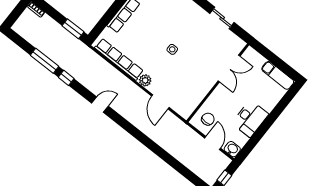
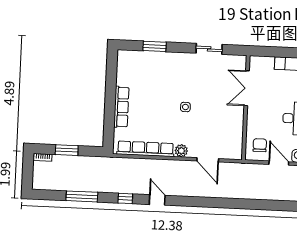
window: (73, 29) -> (67, 150), moved
double door: (229, 69) -> (247, 88), swing flipped
window: (66, 78) -> (125, 198), moved
door: (100, 105) -> (157, 200), hinge flipped

